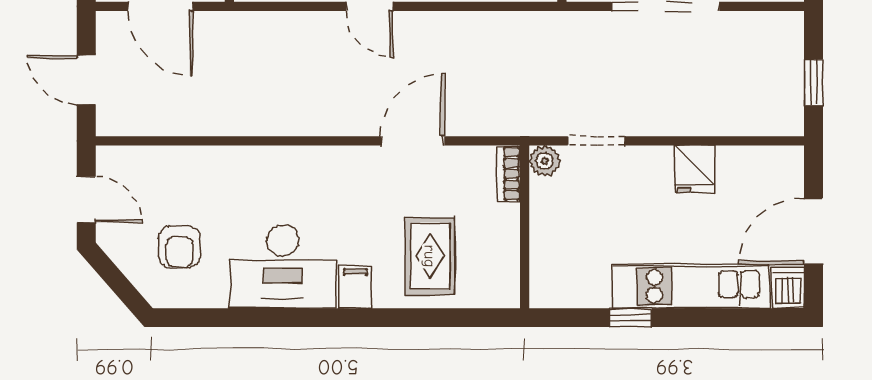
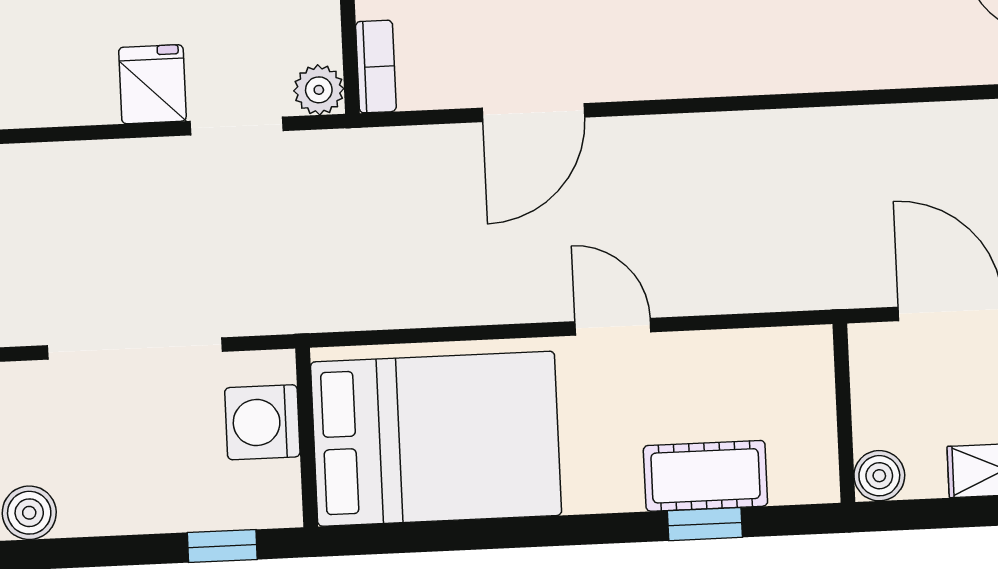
fridge: (695, 169) -> (152, 84), moved

